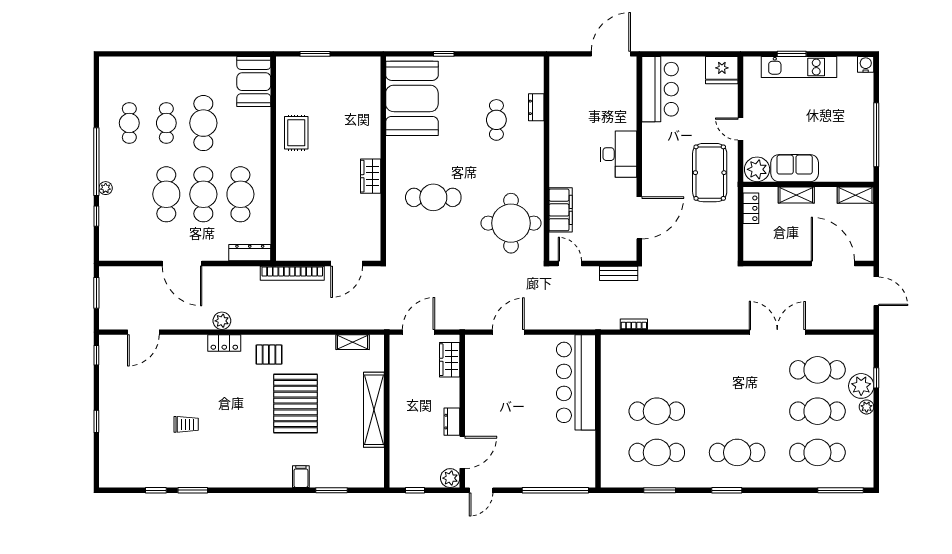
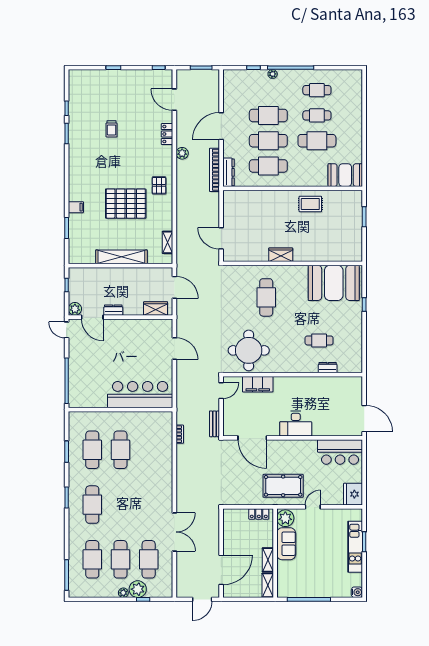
shelving: (796, 195) -> (268, 560), moved
bookcase: (292, 273) -> (215, 170), moved
locker: (224, 343) -> (167, 134), moved

